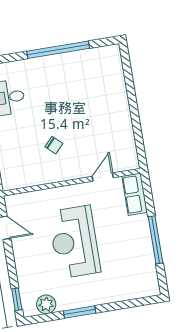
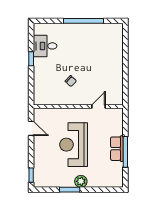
row of seats: (135, 194) -> (117, 149), moved
plant: (46, 304) -> (81, 181), moved

